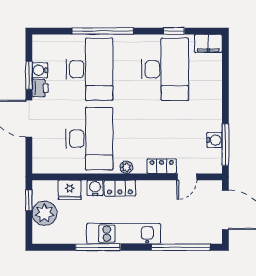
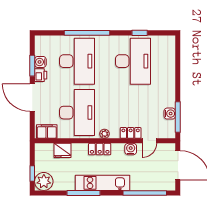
filing cabinet: (208, 44) -> (47, 132), moved, turned 180
water cooler: (95, 188) -> (131, 149), moved
window: (29, 200) -> (32, 174), moved
plant: (44, 213) -> (44, 181), moved

